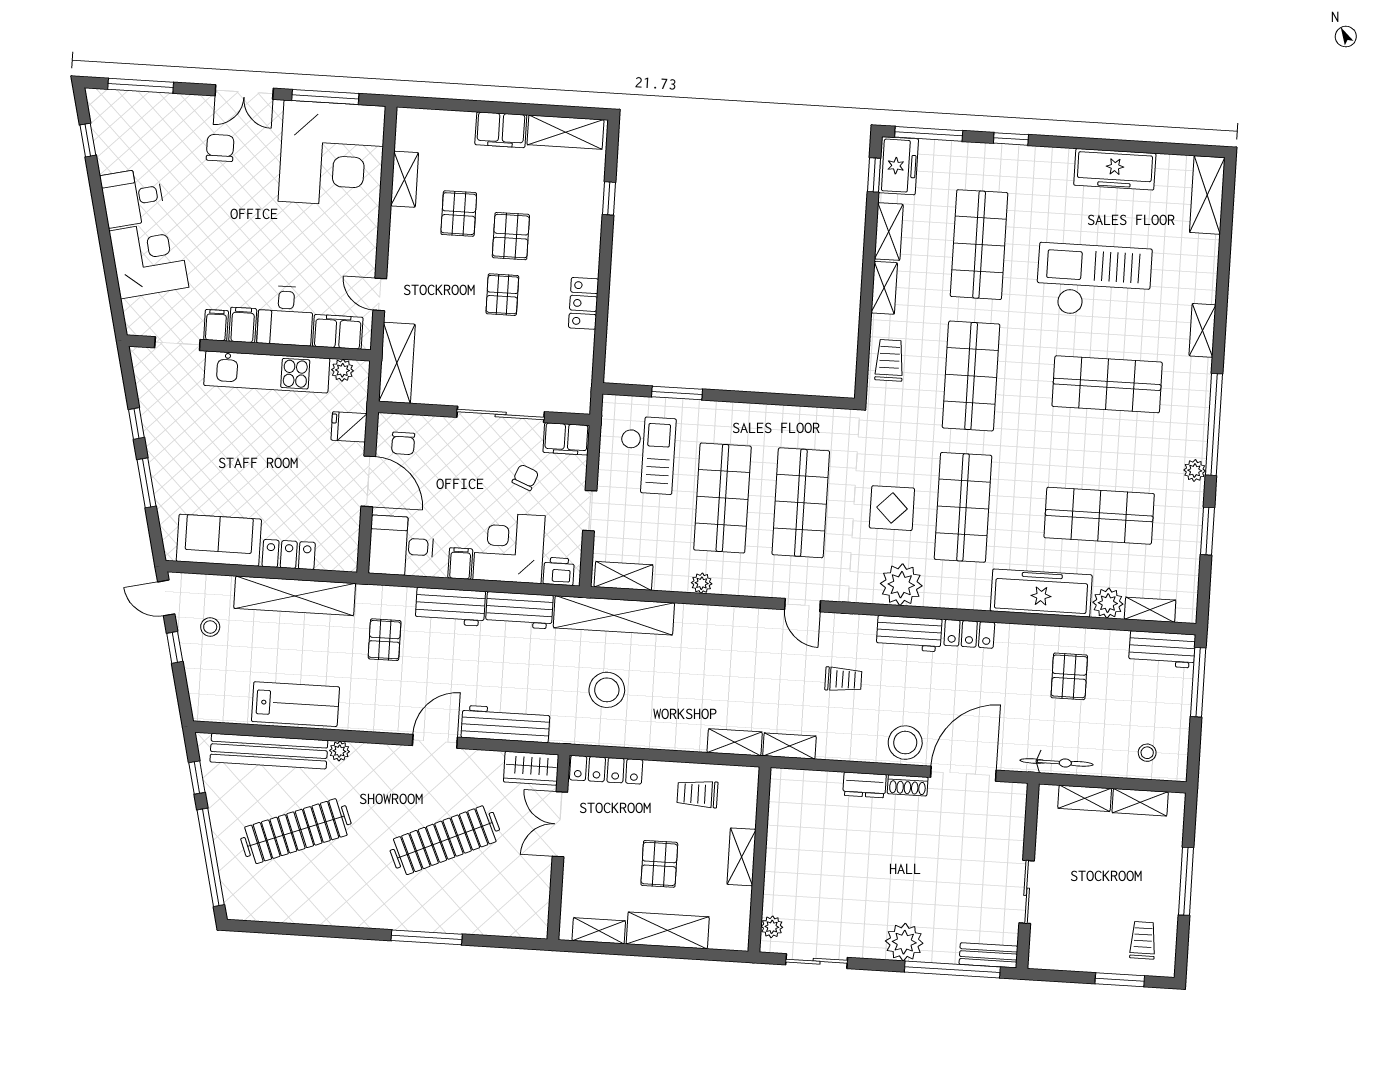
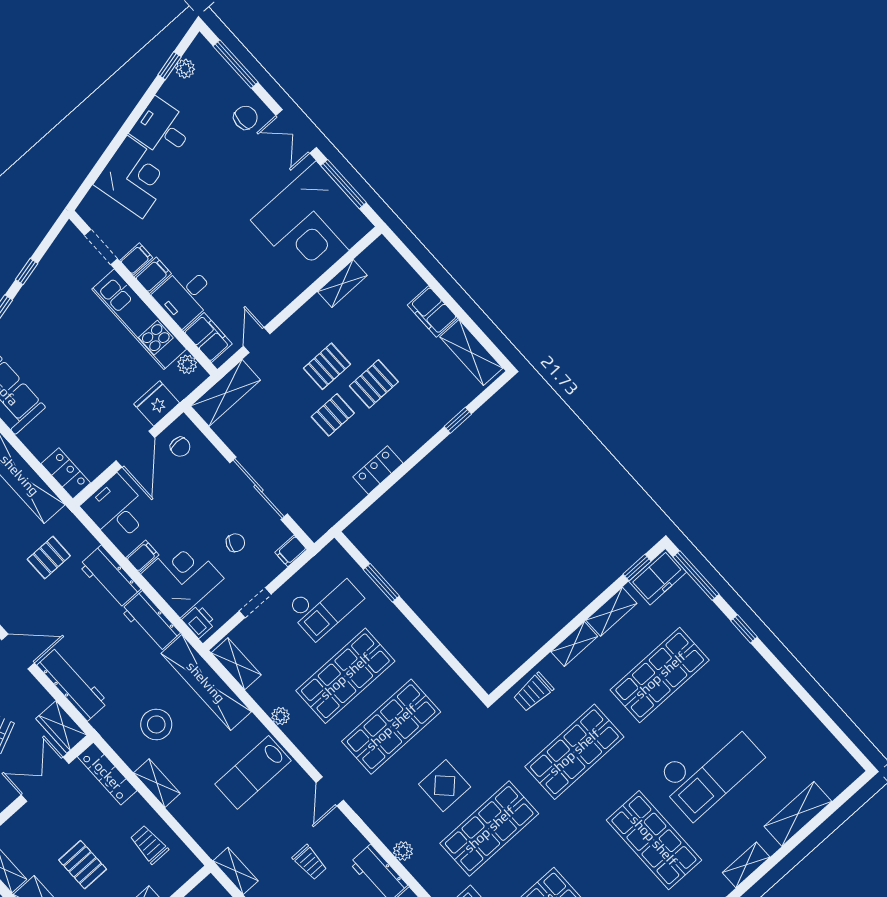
plant: (103, 130) -> (185, 69), added
chair: (220, 148) -> (246, 118), moved
freezer: (1115, 169) -> (790, 711), removed
shelving: (1207, 195) -> (798, 814), moved
pallet: (459, 214) -> (327, 366), moved
checkout: (1094, 281) -> (709, 767), turned 90
trolley: (889, 360) -> (533, 692), turned 180
fridge: (349, 427) -> (157, 403), width x1.38
filing cabinet: (566, 439) -> (291, 551), width x0.50
chair: (403, 443) -> (180, 447), turned -90
locker: (289, 555) -> (66, 473), moved
plant: (901, 585) -> (403, 851), width x0.53, depth x0.53
lab bench: (725, 651) -> (253, 772), added
shelving: (735, 742) -> (157, 783), moved
pallet: (659, 864) -> (83, 865), turned 90

